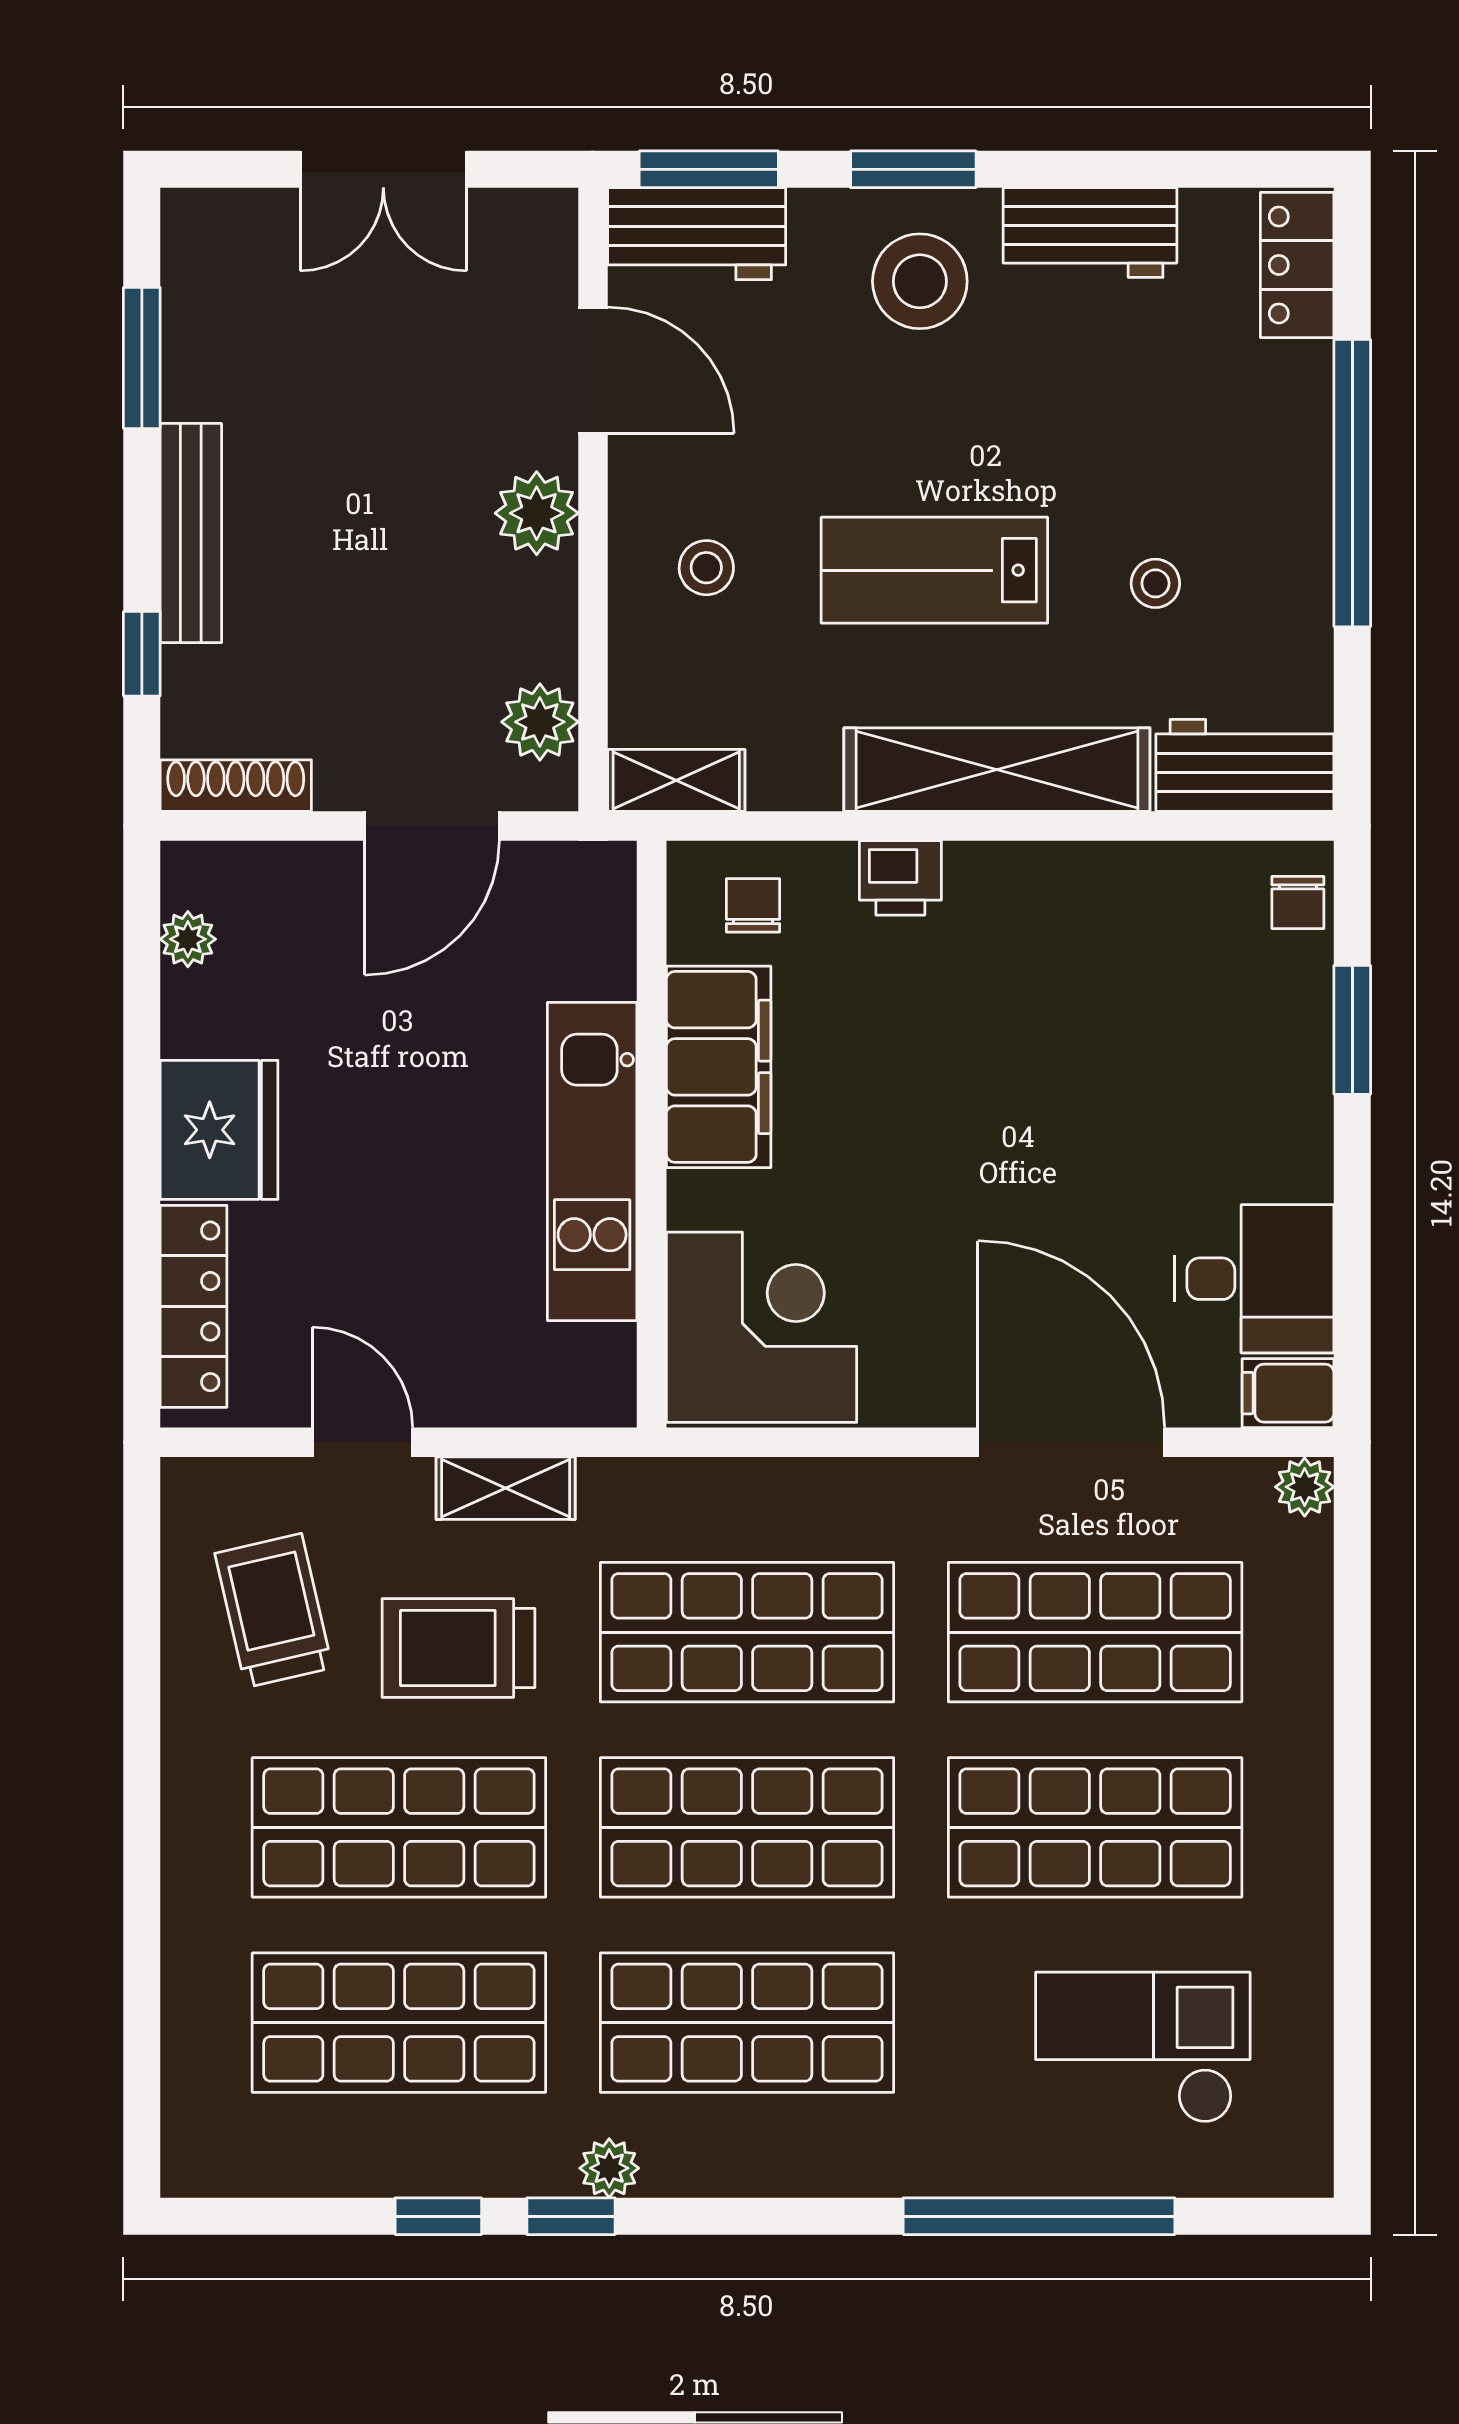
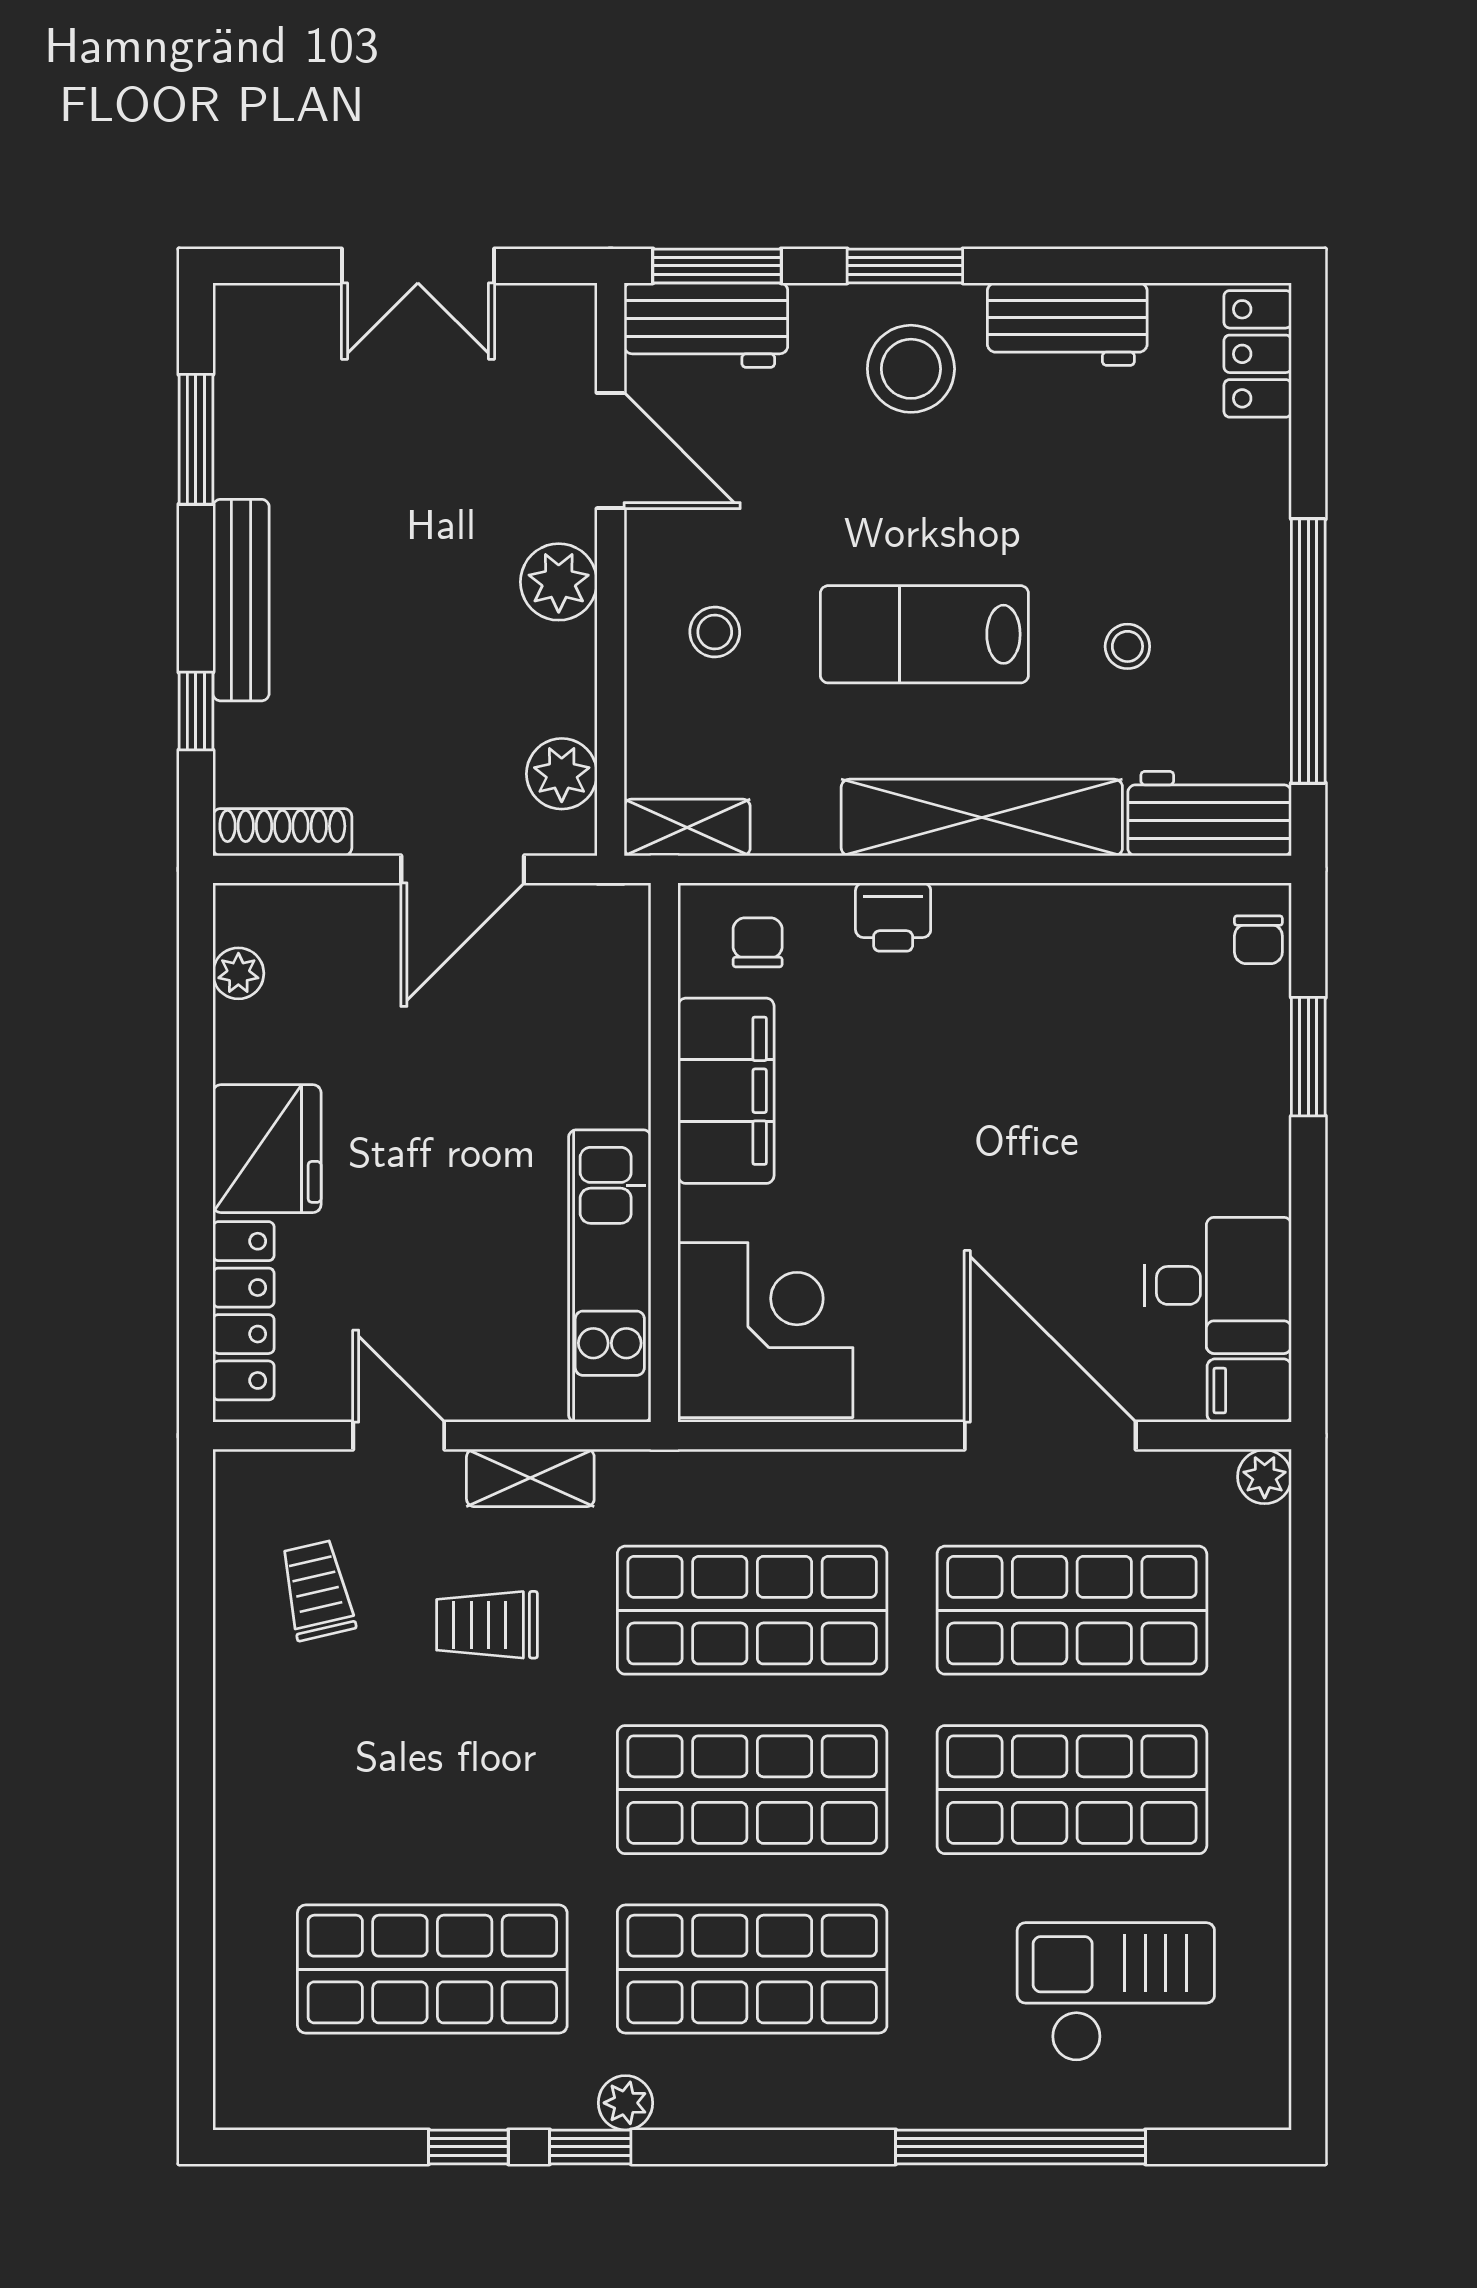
window: (1352, 483) -> (1308, 651), moved
kitchen unit: (592, 1161) -> (610, 1276), moved
trolley: (274, 1611) -> (317, 1590), width x0.73, depth x0.72
trolley: (459, 1648) -> (487, 1625), width x0.73, depth x0.72
shop shelf: (399, 1827) -> (432, 1790), removed

